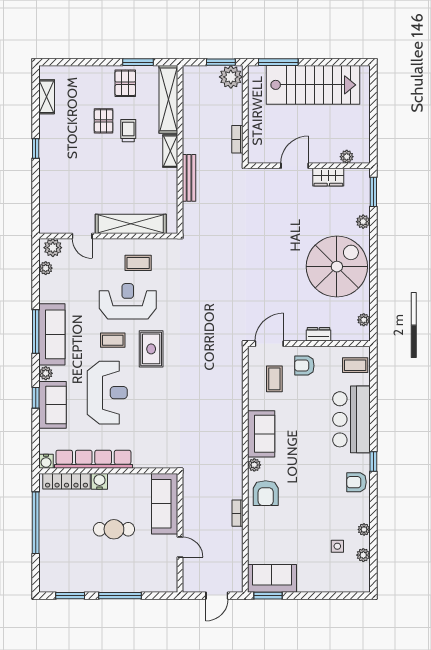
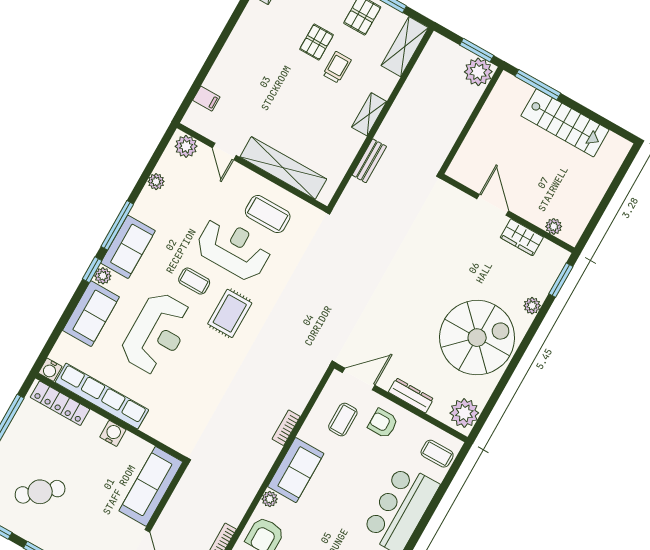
stairs: (313, 85) -> (565, 123), width x0.73, depth x0.66
shelving: (168, 99) -> (405, 47), width x0.68
bookcase: (237, 139) -> (286, 428), moved
window: (36, 149) -> (227, 31), removed
door: (295, 166) -> (493, 205), hinge flipped
bench: (189, 178) -> (369, 161), width x0.73
filing cabinet: (48, 205) -> (206, 99), added
coffee table: (138, 263) -> (268, 214), width x1.36, depth x1.30
plant: (46, 268) -> (156, 182), moved
plant: (364, 320) -> (464, 413), width x1.88, depth x1.88
sofa: (52, 334) -> (128, 247), width x0.73
dresser: (318, 334) -> (411, 395), width x1.44
window: (36, 398) -> (92, 270), moved
water cooler: (99, 481) -> (113, 433), moved
cafe table: (114, 529) -> (40, 492), moved, turned -40

